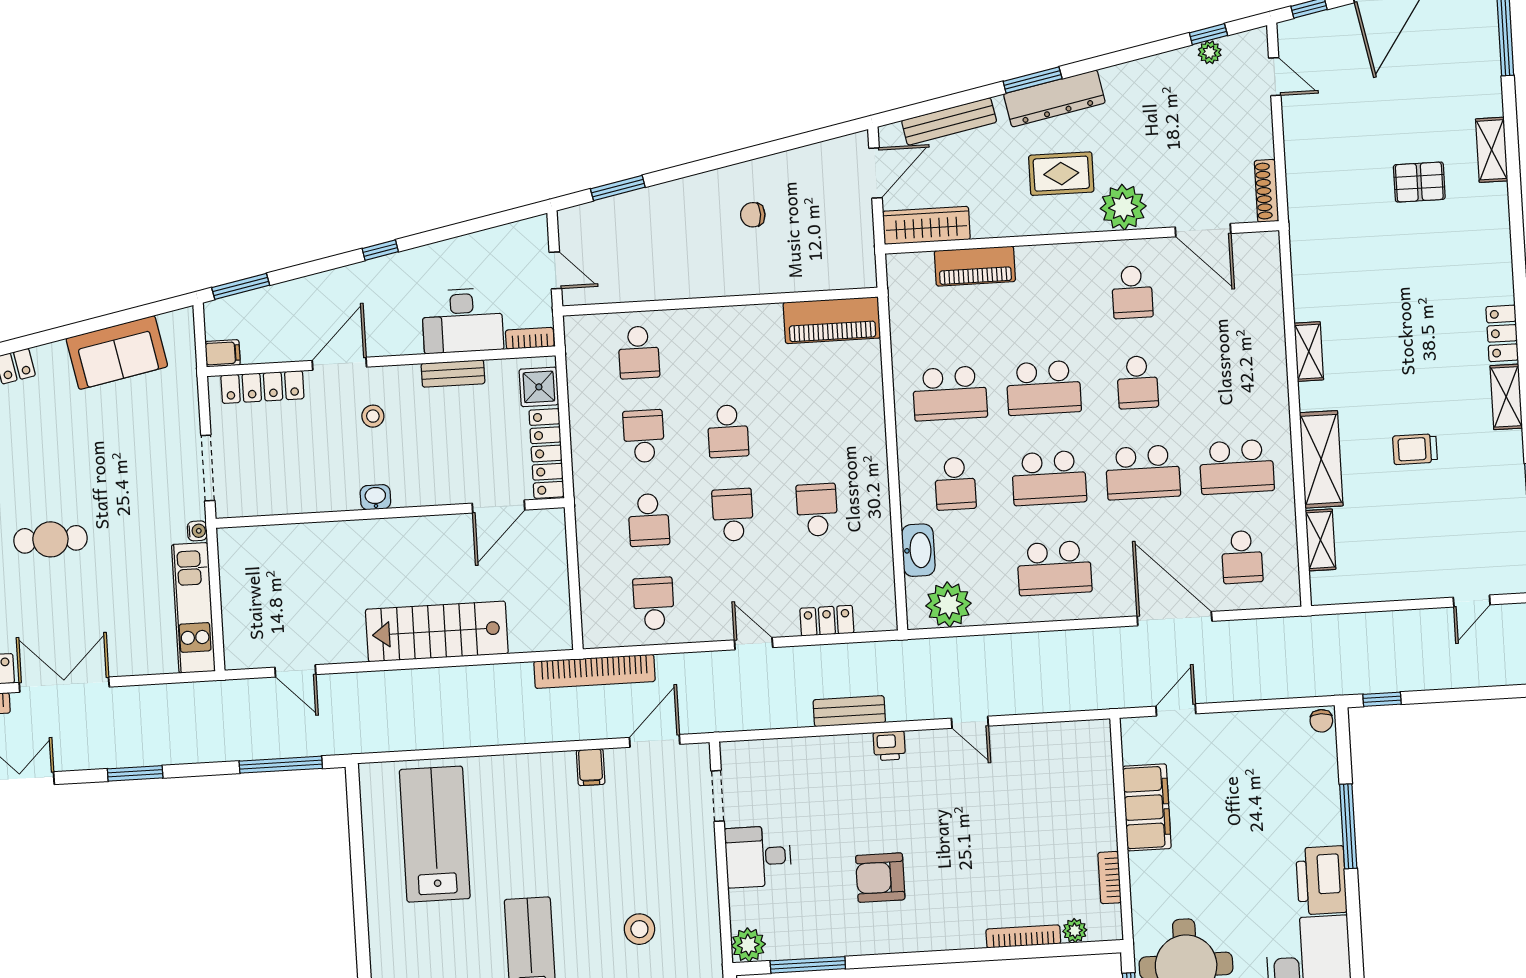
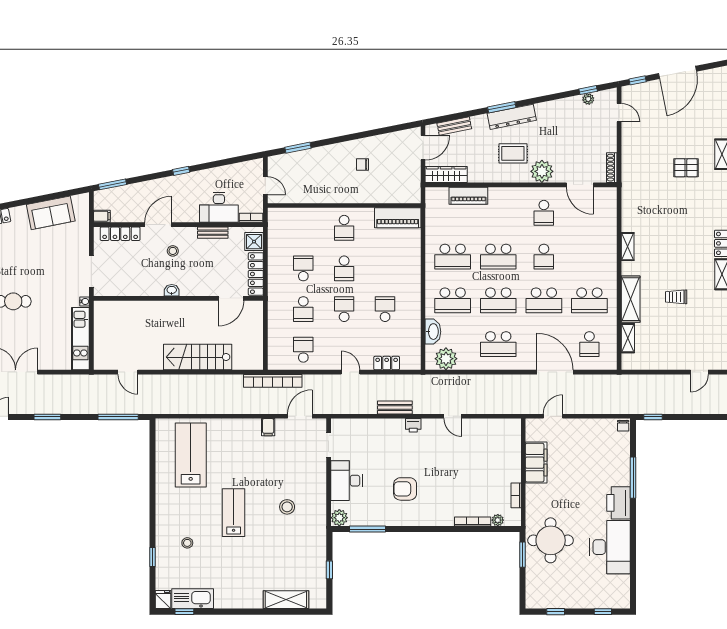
bench: (949, 121) -> (454, 126), width x0.73
school desk: (639, 352) -> (344, 228), moved
school desk: (955, 484) -> (453, 300), width x1.85
desk: (758, 857) -> (347, 481), width x1.37

